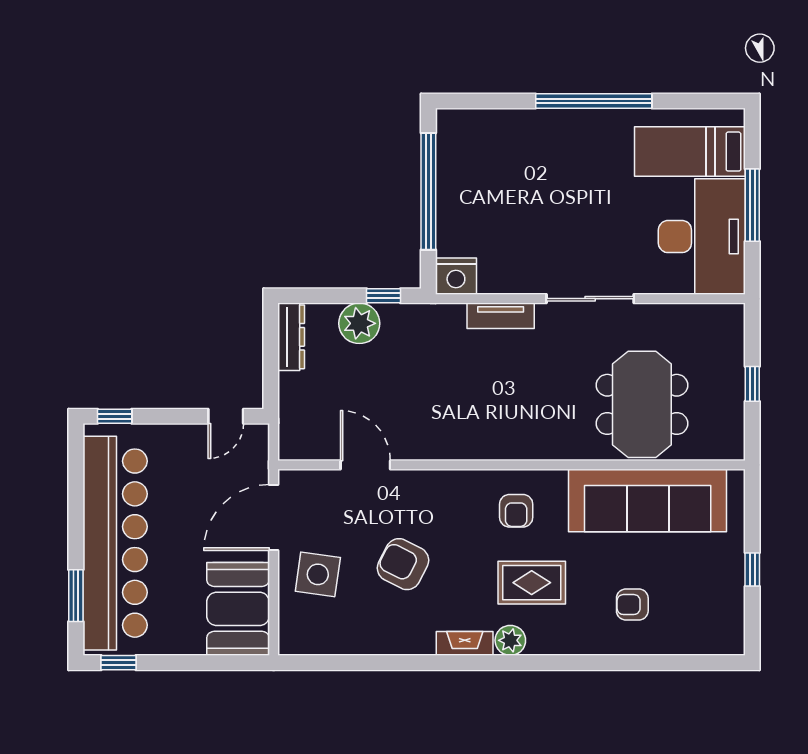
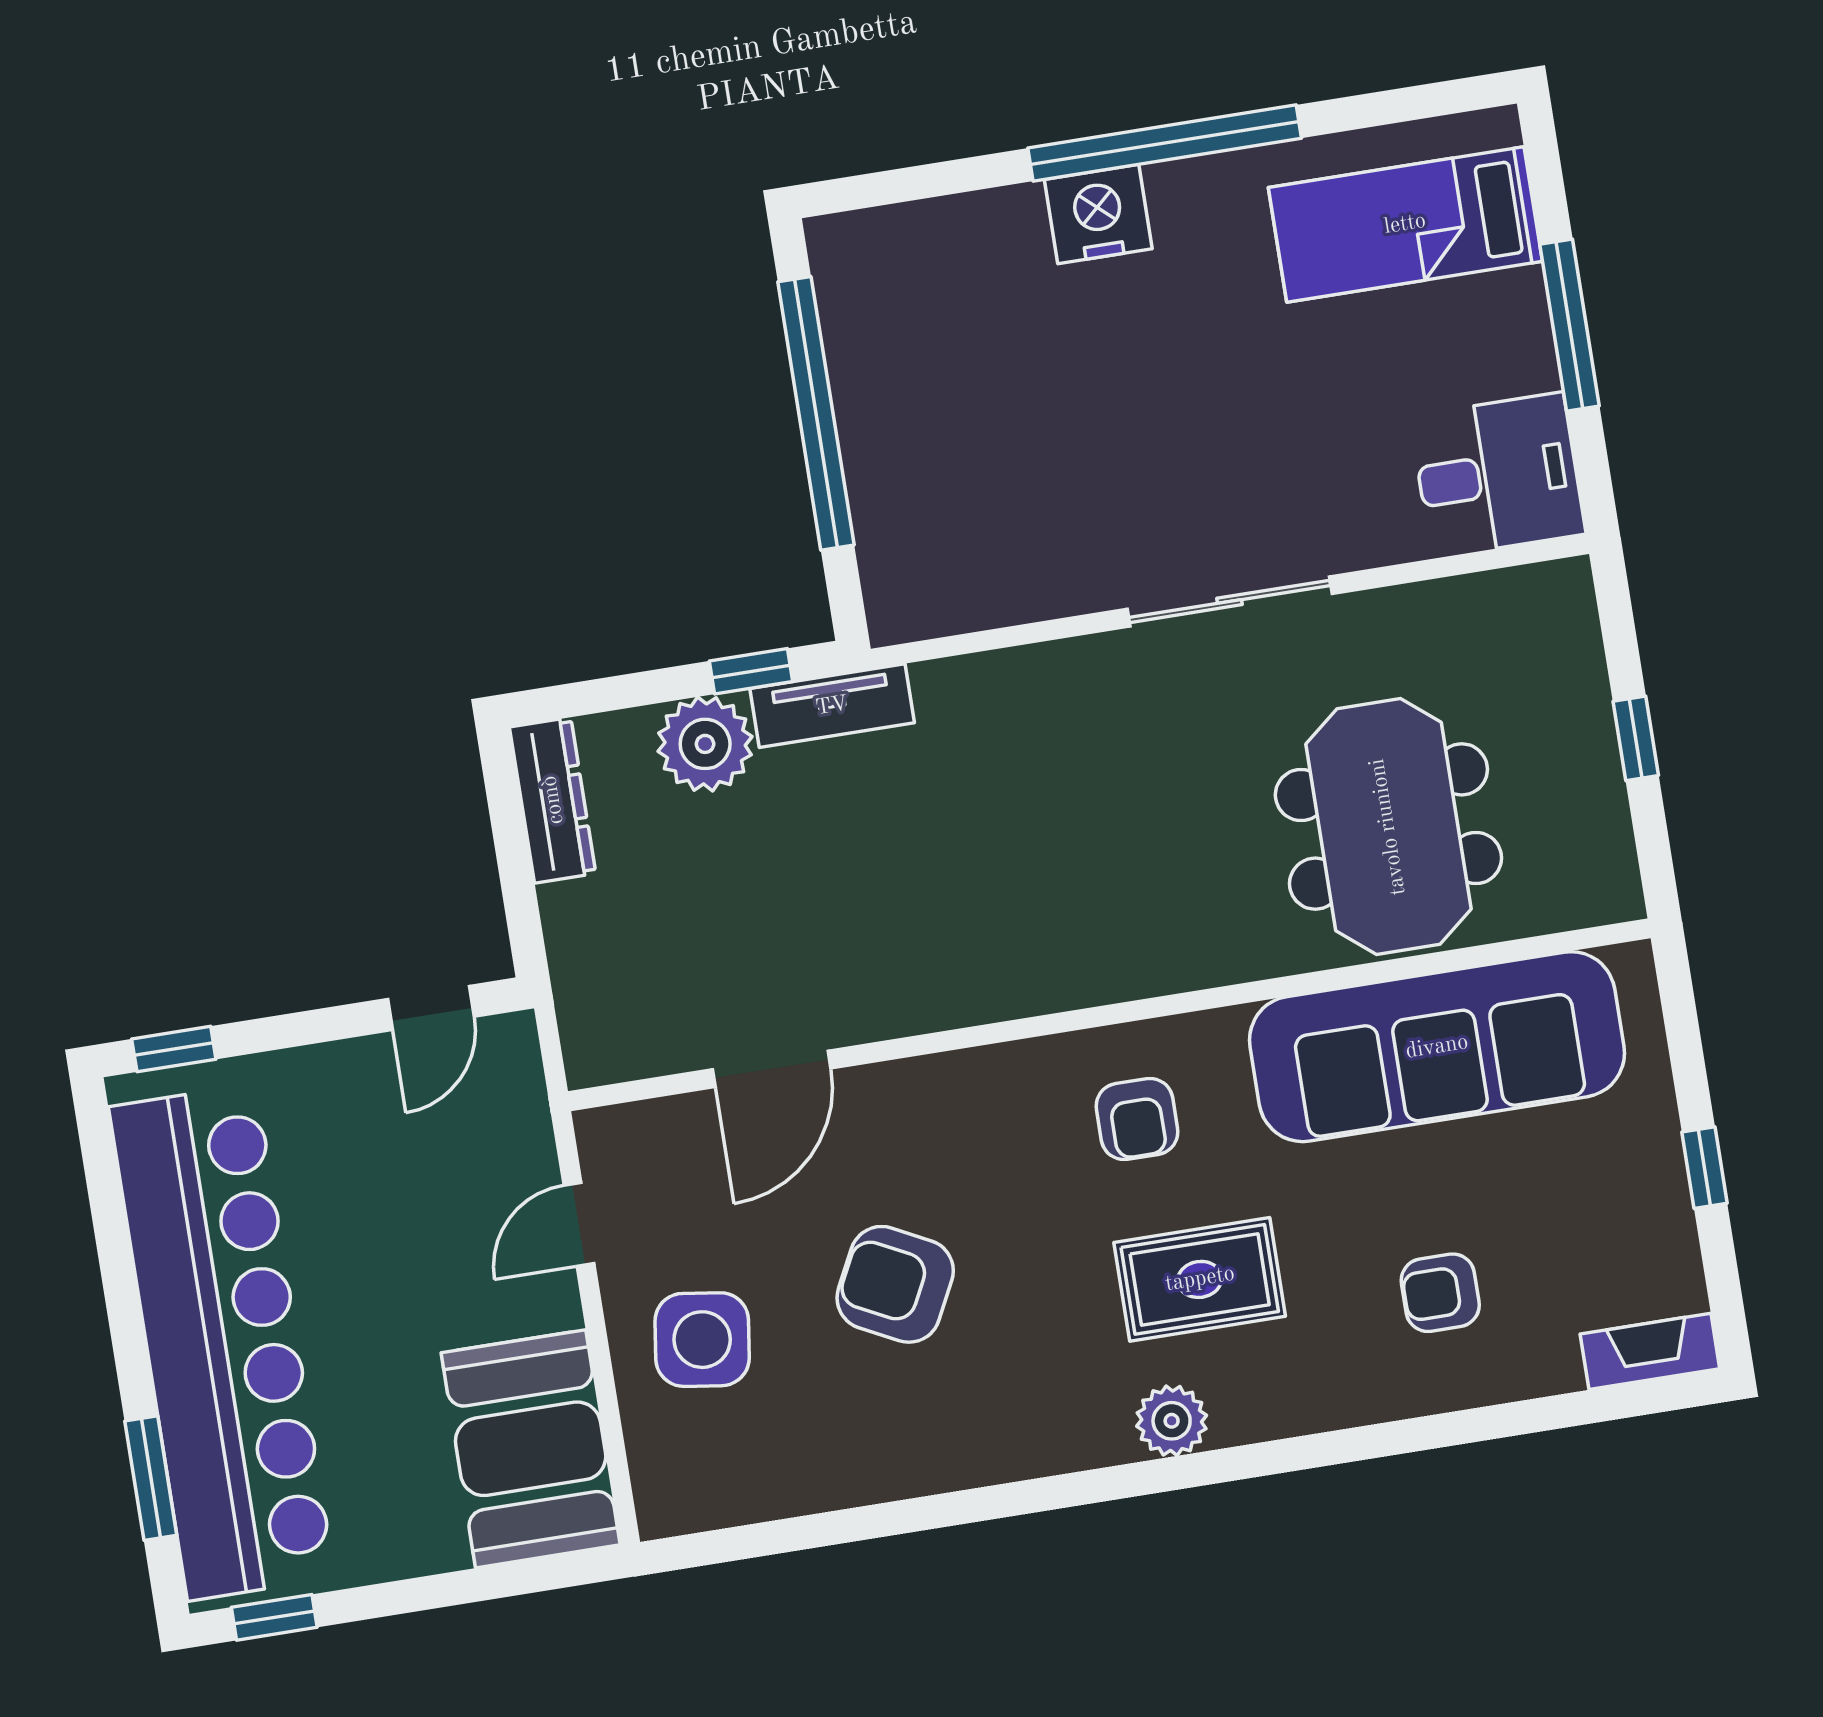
desk: (702, 237) -> (1498, 475), width x0.53, depth x0.77
nightstand: (456, 276) -> (1098, 214), moved, turned 180
tv unit: (501, 316) -> (832, 706), moved
door: (365, 465) -> (772, 1069), swing flipped
door: (274, 518) -> (579, 1225), width x0.53
fireplace: (465, 643) -> (1650, 1351), moved

